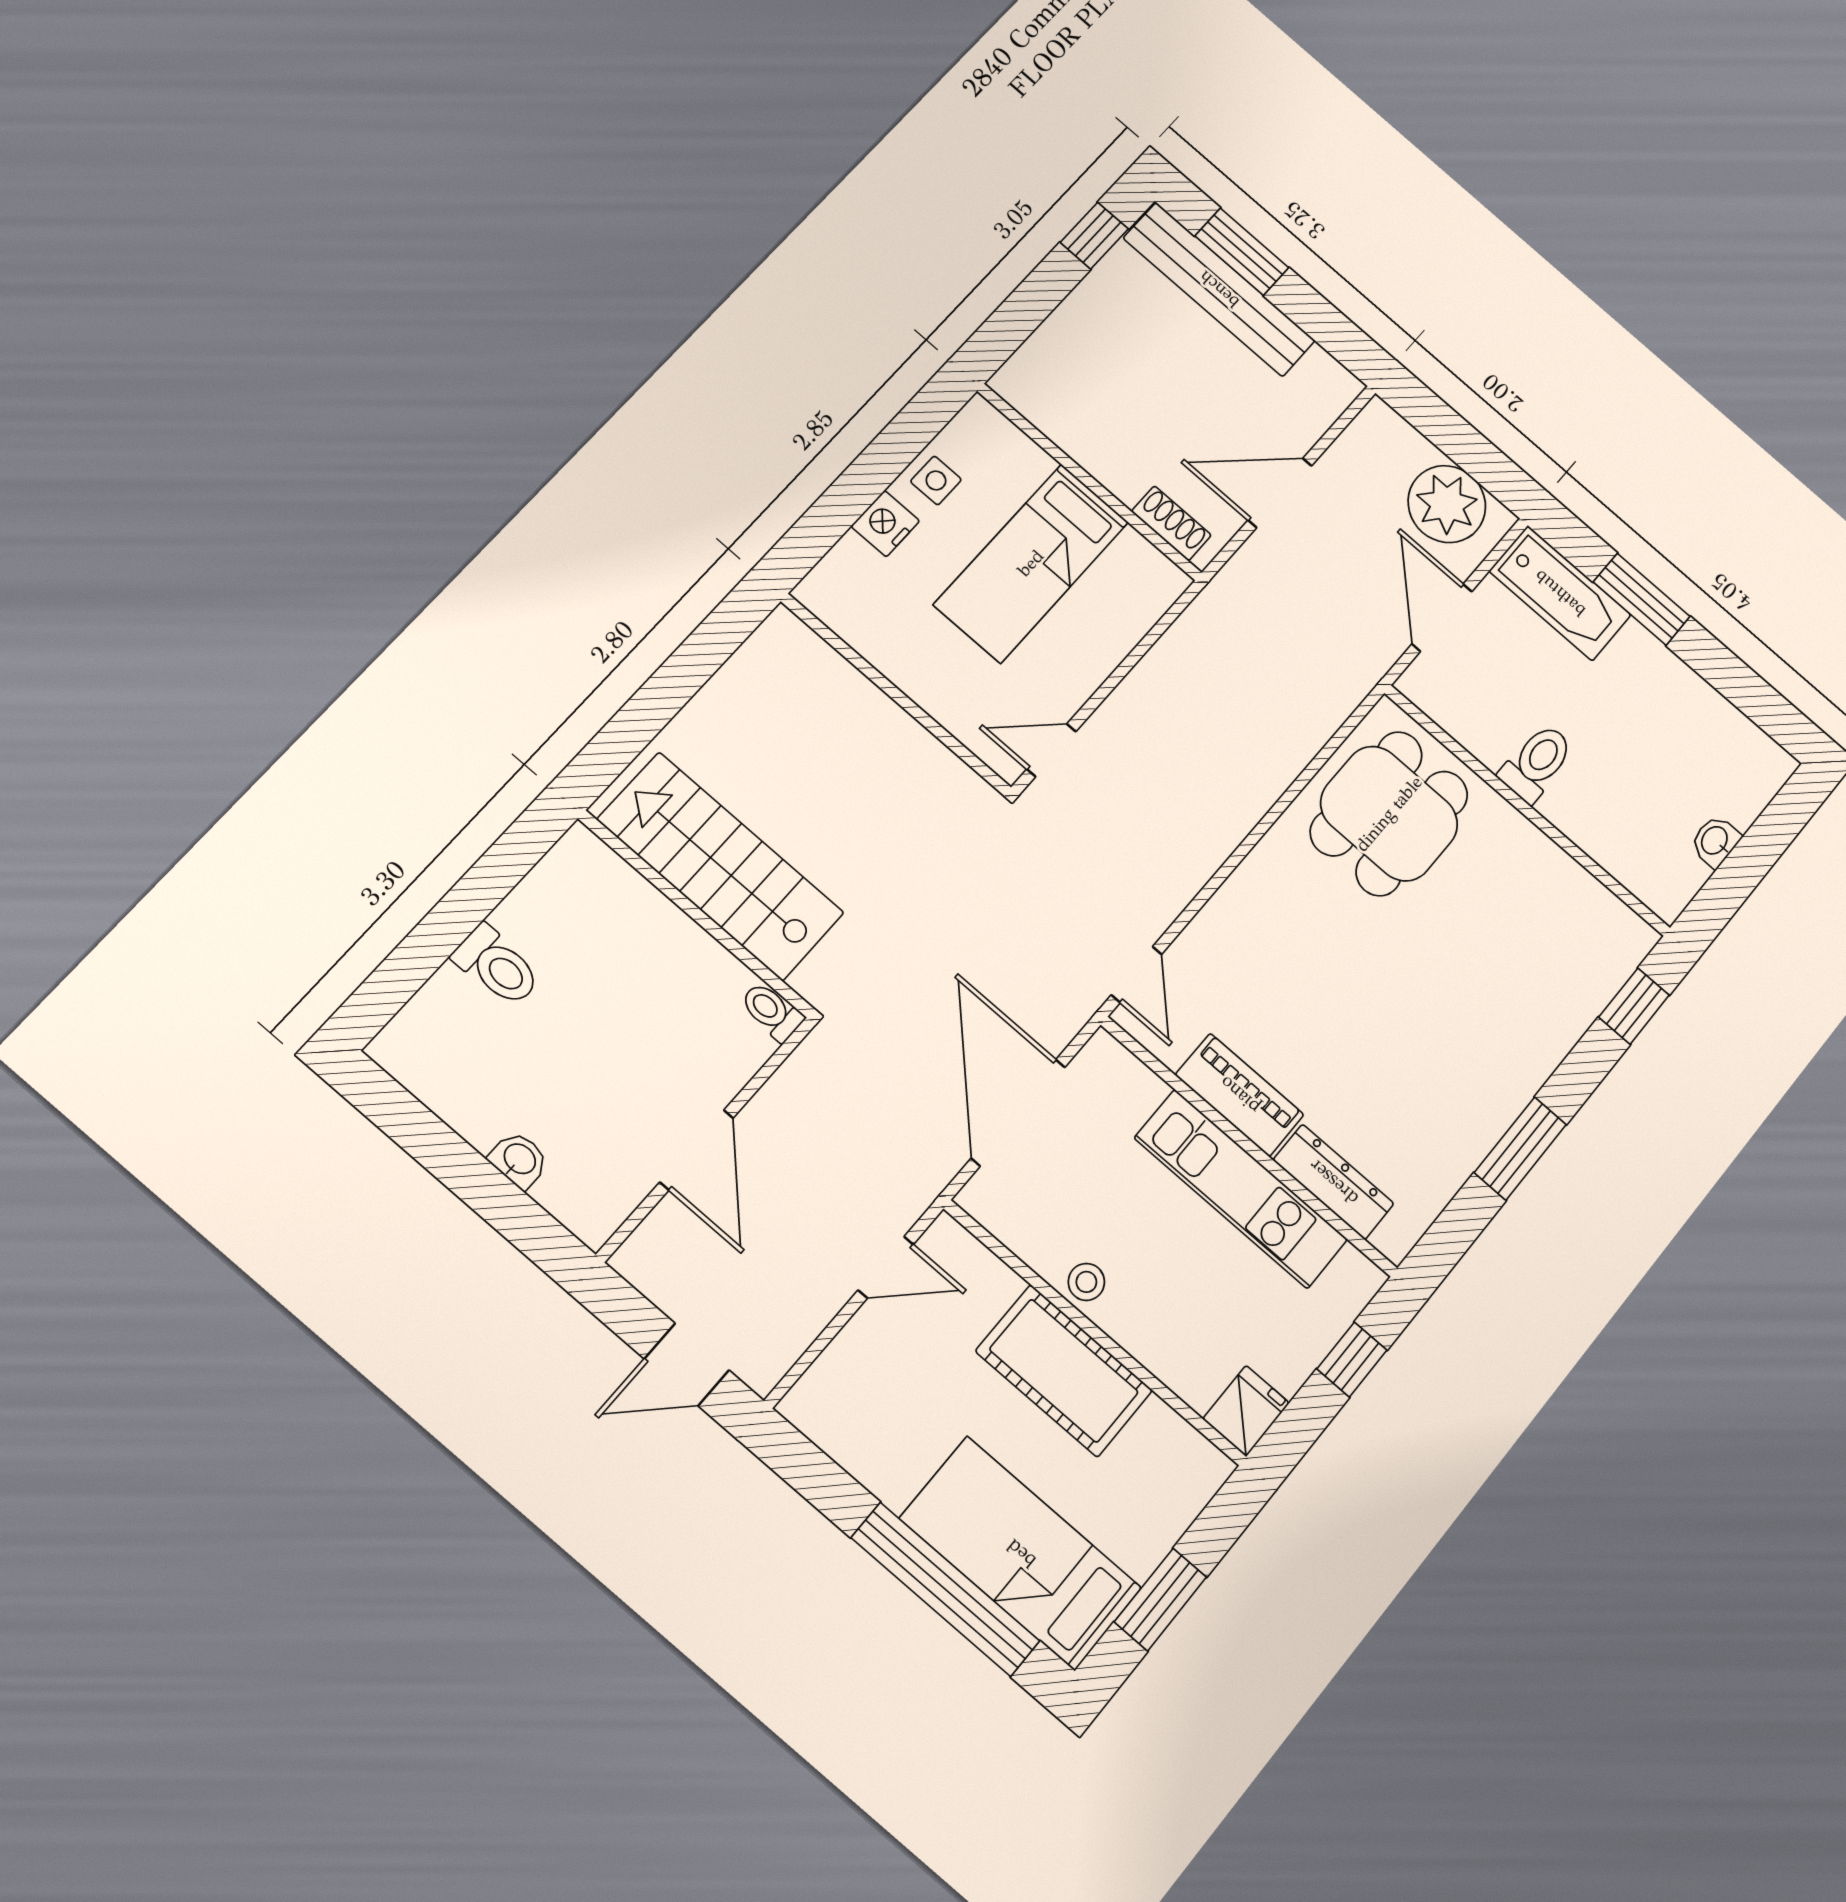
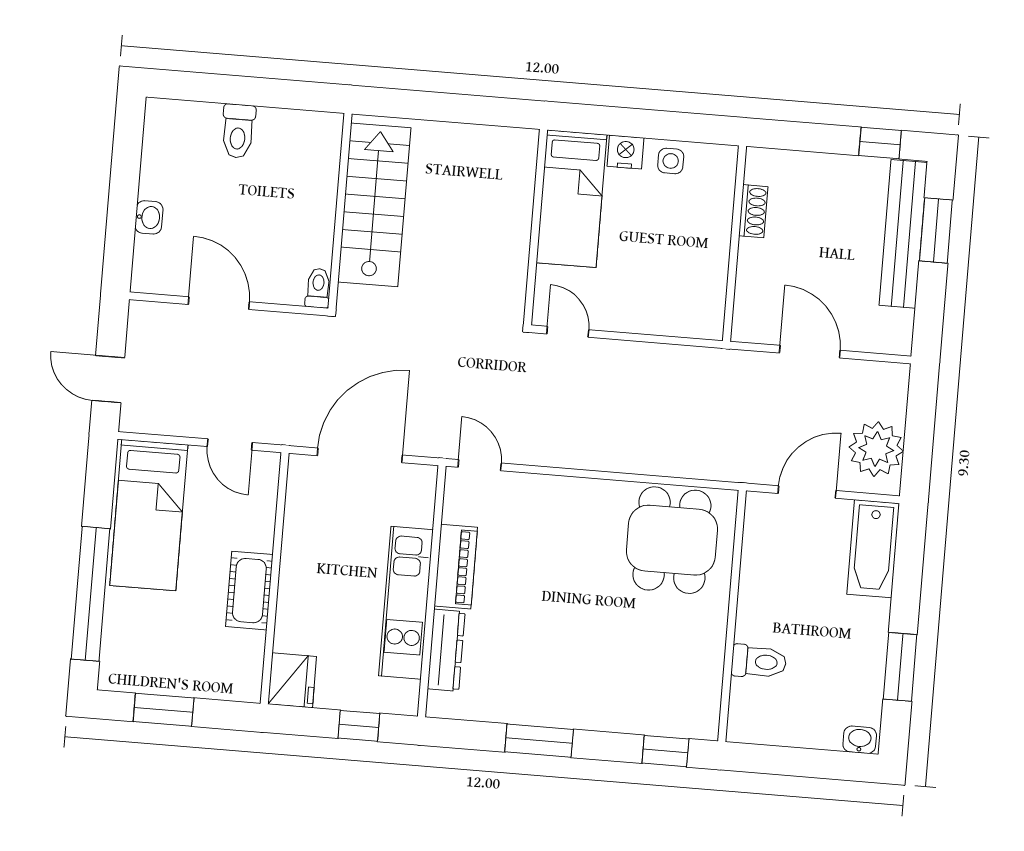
shoe rack: (1171, 523) -> (753, 211), moved
bed: (1031, 563) -> (571, 199), moved, turned -90
window: (1642, 599) -> (900, 667), moved
toilet: (1537, 763) -> (759, 662), moved
dining table: (1389, 814) -> (672, 540), turned 90
washbasin: (1715, 841) -> (860, 740), moved
door: (1136, 975) -> (480, 465), swing flipped
door: (697, 1150) -> (219, 303), swing flipped
stool: (1086, 1282) -> (298, 555), removed
cot: (1064, 1371) -> (249, 591), width x0.73, depth x0.75
fridge: (1246, 1411) -> (292, 680), width x1.38
bed: (1021, 1553) -> (149, 515), moved, turned 180

